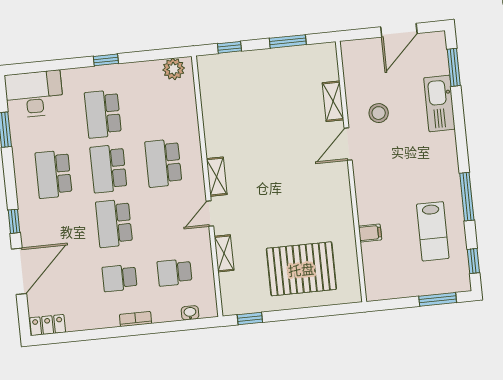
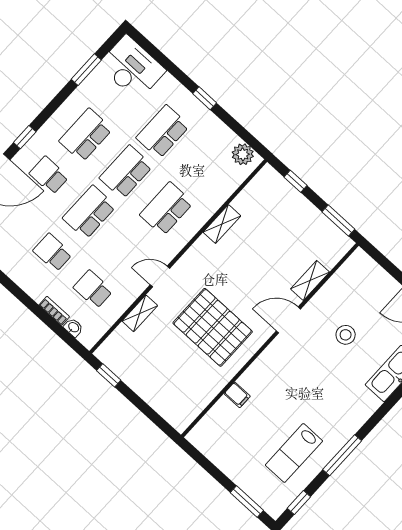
shelving: (333, 101) -> (310, 280), moved
door: (348, 144) -> (288, 320), moved
wall: (351, 172) -> (270, 340), moved
shelving: (217, 177) -> (222, 224), moved
school desk: (59, 229) -> (49, 175), added
filing cabinet: (370, 233) -> (237, 395), moved
pallet: (301, 269) -> (213, 327), moved
bookcase: (135, 319) -> (54, 311), moved

